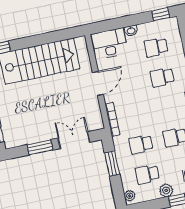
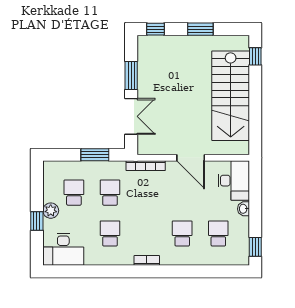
plant: (130, 196) -> (53, 167), removed

